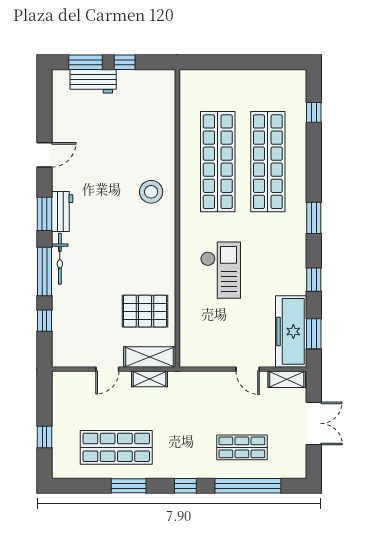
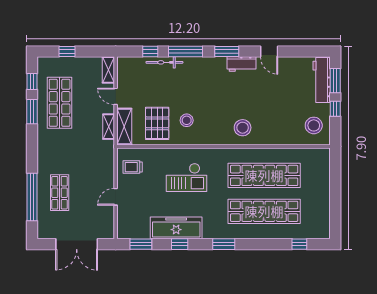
workbench: (93, 81) -> (322, 80), width x1.38
stool: (148, 92) -> (314, 125), added
workbench: (62, 212) -> (241, 64), moved
bicycle: (60, 259) -> (164, 62), moved
stool: (141, 270) -> (187, 120), added
freezer: (291, 331) -> (176, 228), moved
trolley: (206, 345) -> (133, 167), added
shelving: (287, 379) -> (108, 70), moved
double door: (314, 423) -> (77, 244), width x1.37
window: (185, 486) -> (32, 82), moved

